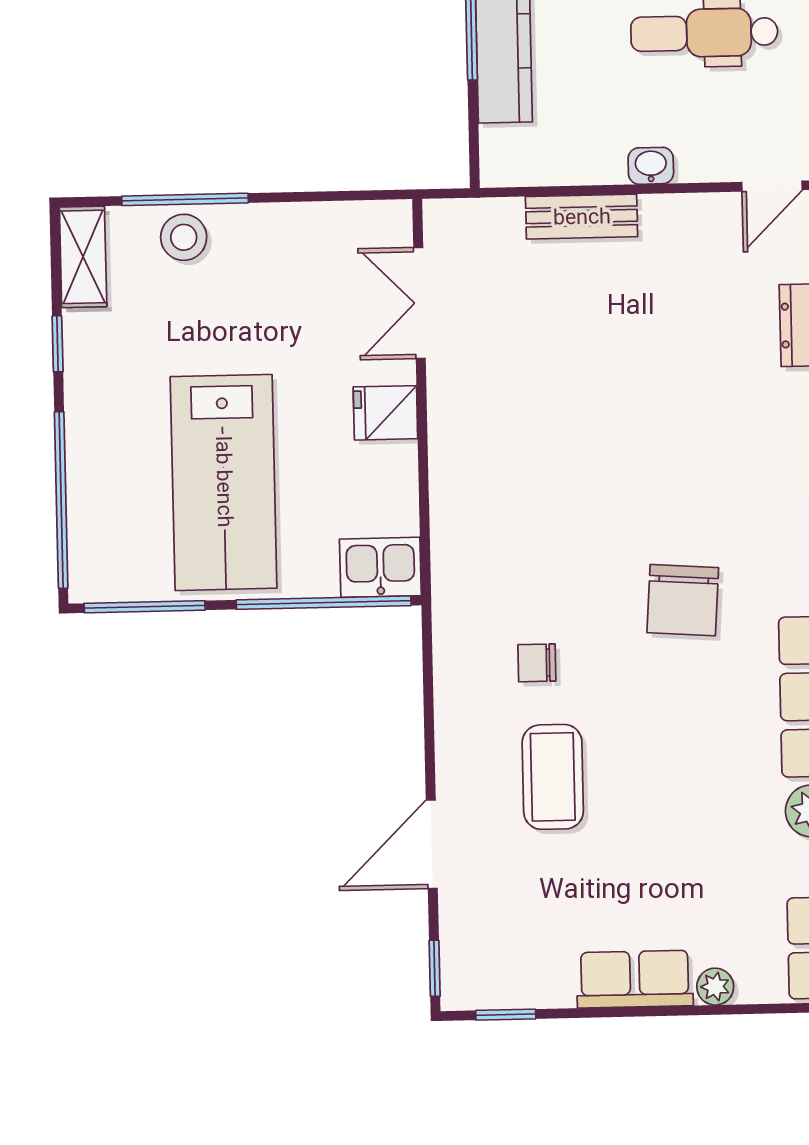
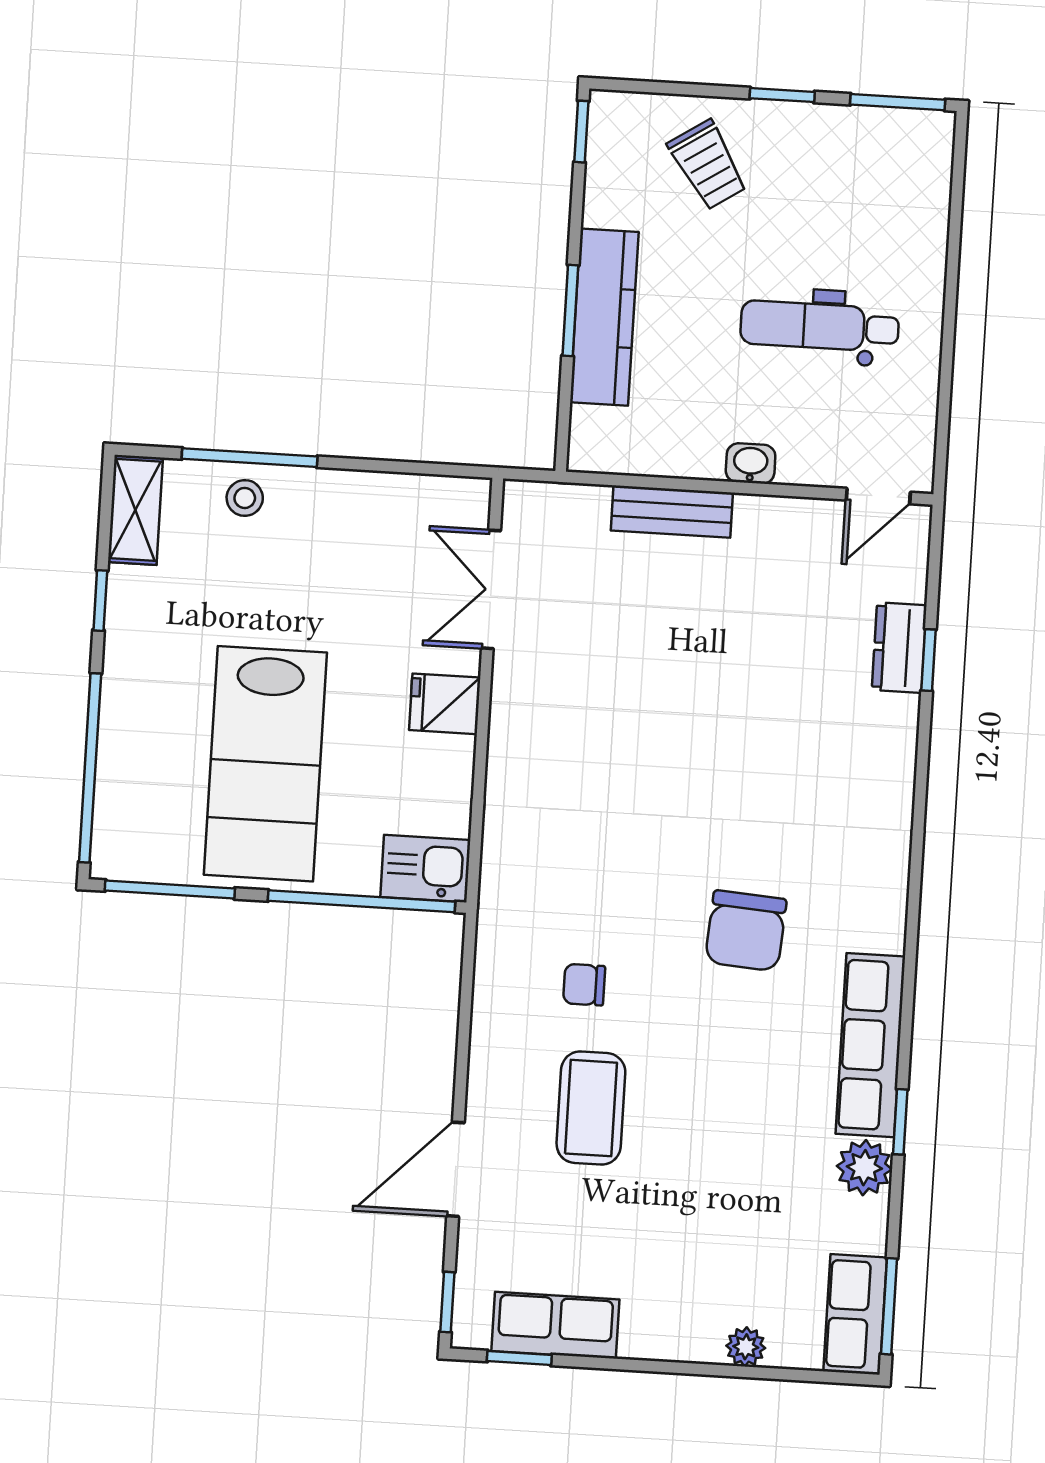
stool: (184, 237) -> (245, 498), width x0.73, depth x0.73
row of seats: (635, 979) -> (555, 1325), moved

